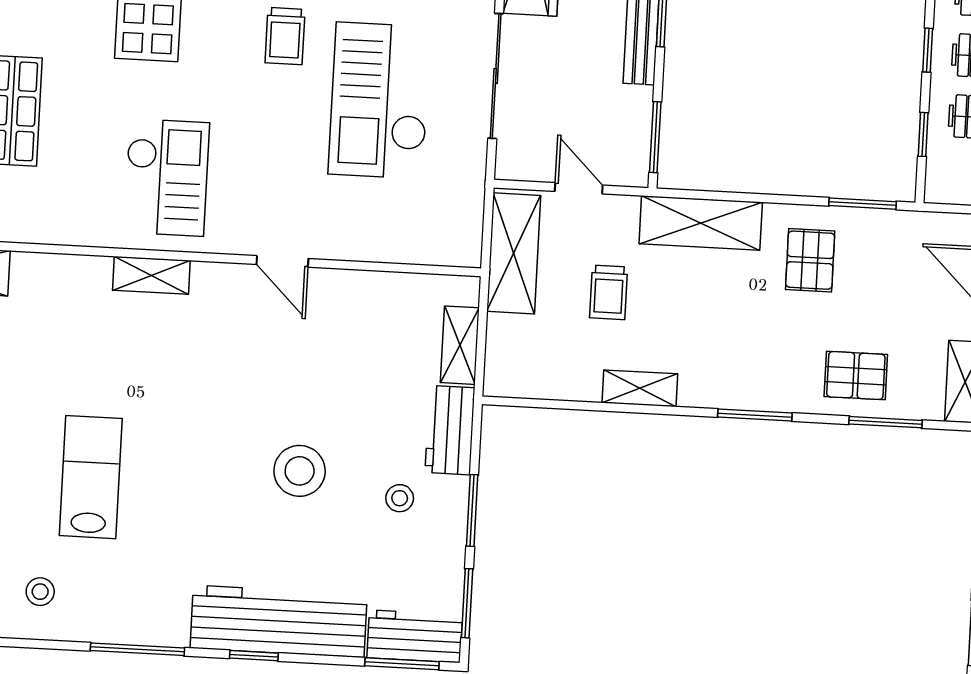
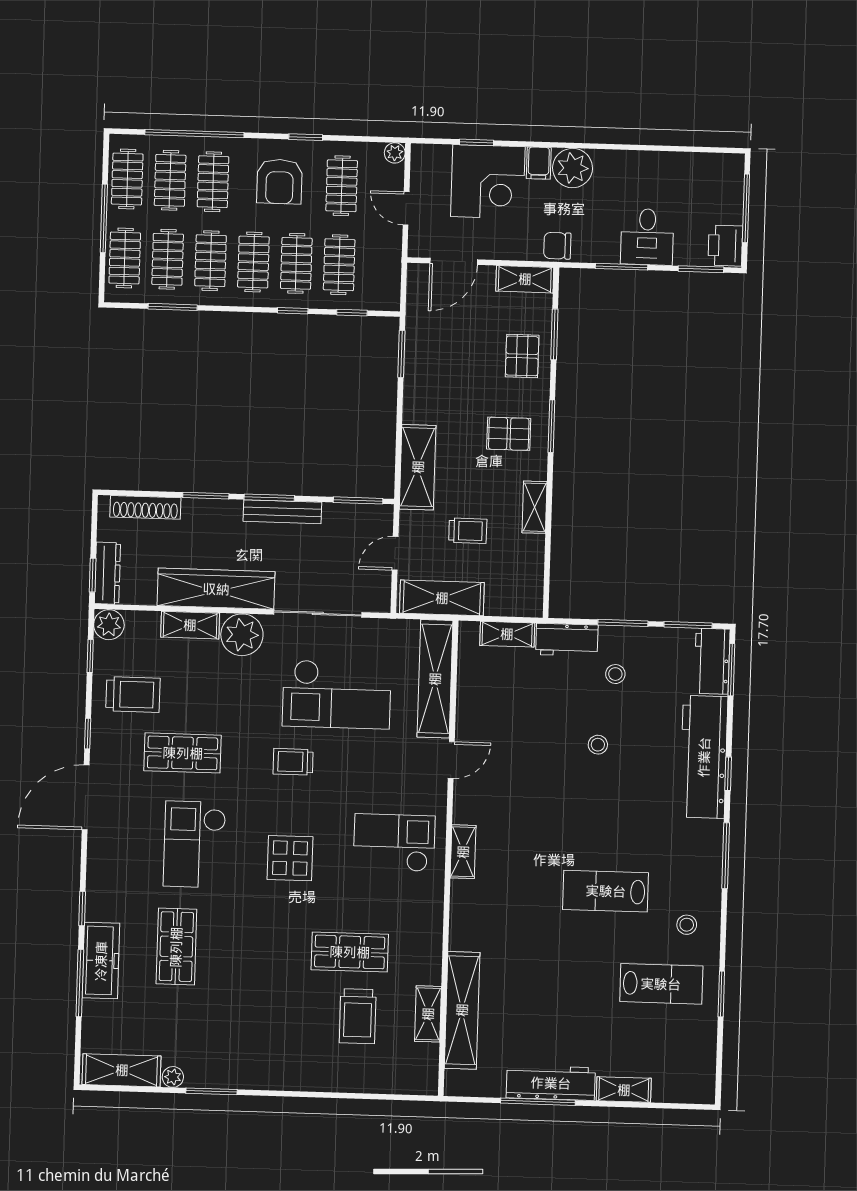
trolley: (285, 36) -> (293, 762), turned 180
shelving: (399, 241) -> (435, 679), added
pallet: (810, 260) -> (509, 434), moved
stool: (300, 471) -> (598, 745), width x0.53, depth x0.53

